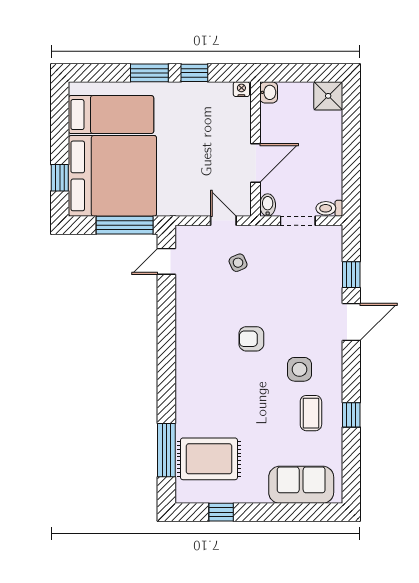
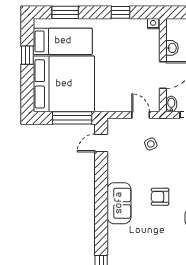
window: (149, 73) -> (65, 12), moved
washbasin: (269, 92) -> (172, 48), moved
window: (60, 178) -> (27, 55), moved
sofa: (192, 348) -> (119, 203), added

